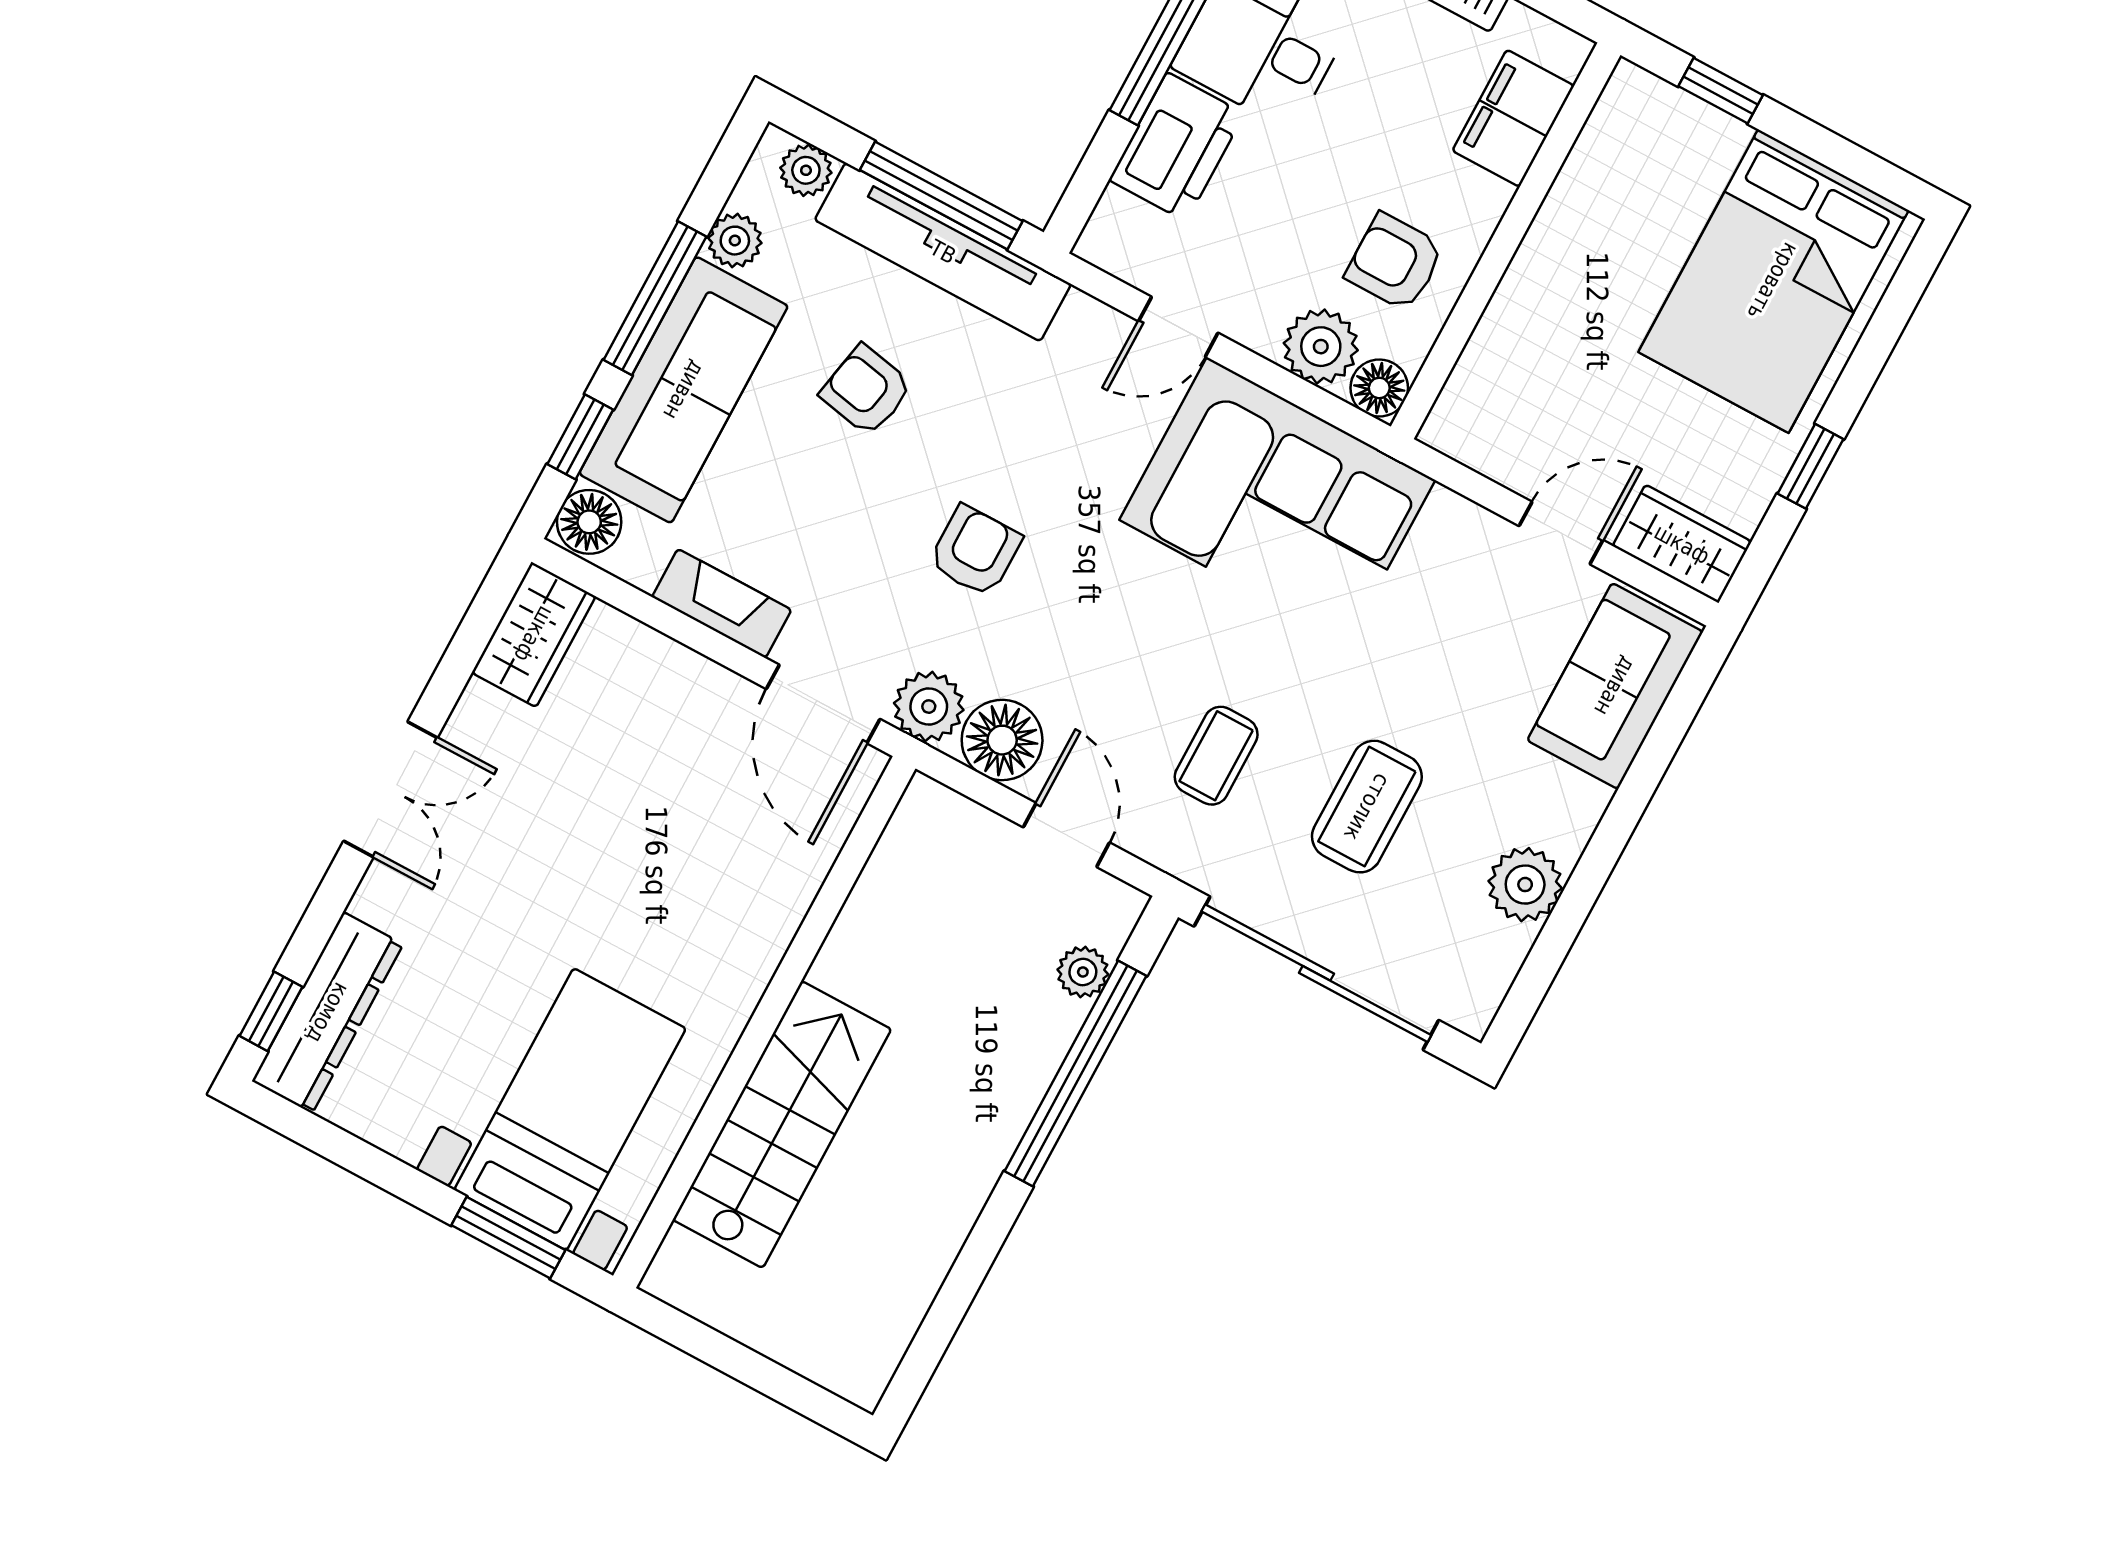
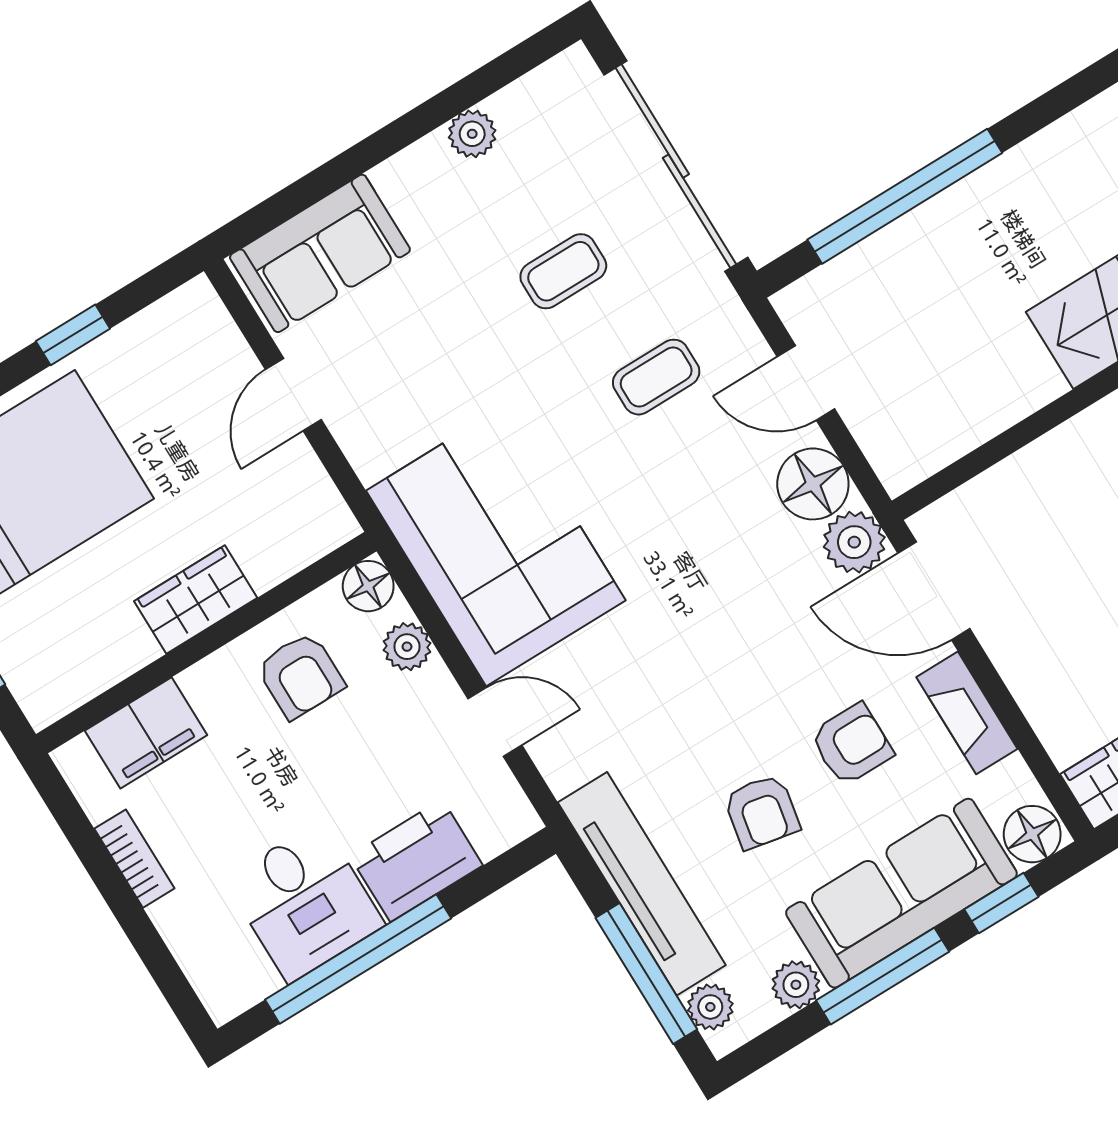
window: (941, 196) -> (646, 974), moved
plant: (1321, 347) -> (407, 647), width x0.73, depth x0.73
door: (1561, 533) -> (293, 395), hinge flipped
wardrobe: (1682, 544) -> (196, 599), moved, turned 90
armchair: (975, 551) -> (852, 744), moved, turned 180
door: (823, 704) -> (934, 591), swing flipped
coffee table: (1367, 807) -> (563, 271), width x0.73, depth x0.77
door: (1066, 835) -> (806, 383), hinge flipped
plant: (1525, 885) -> (472, 134), width x0.73, depth x0.73
plant: (1083, 972) -> (854, 271), removed

